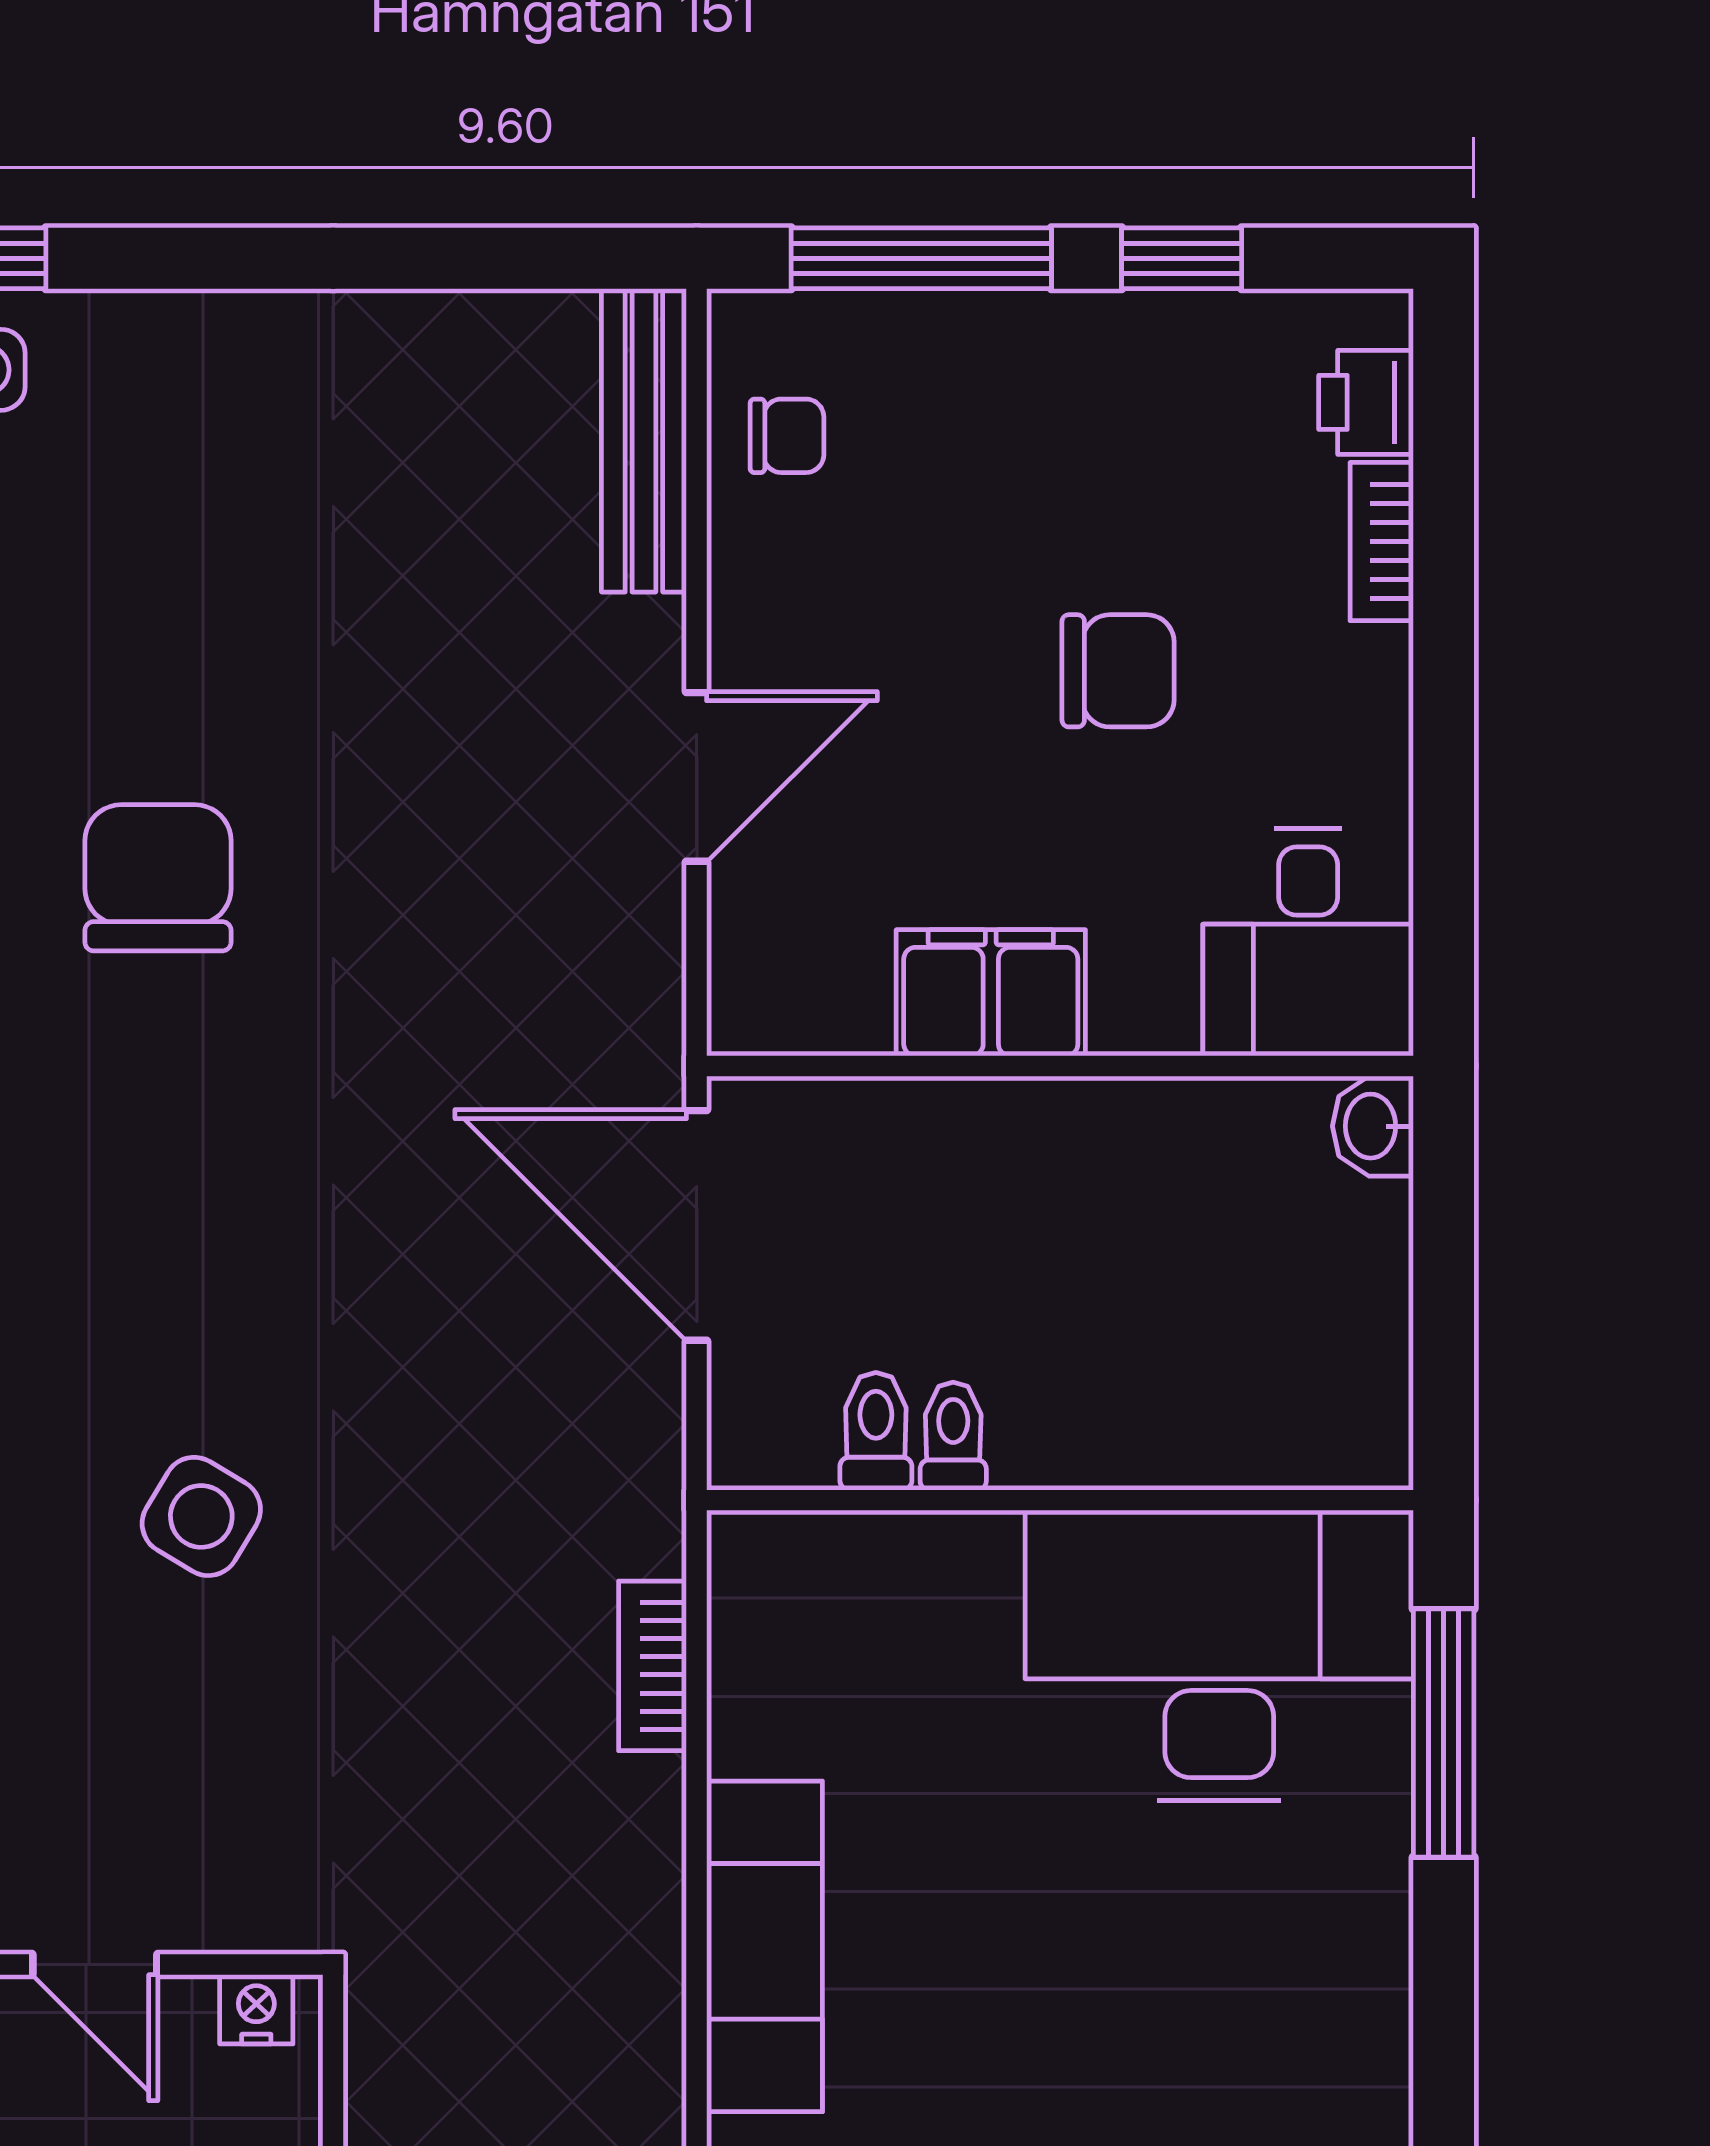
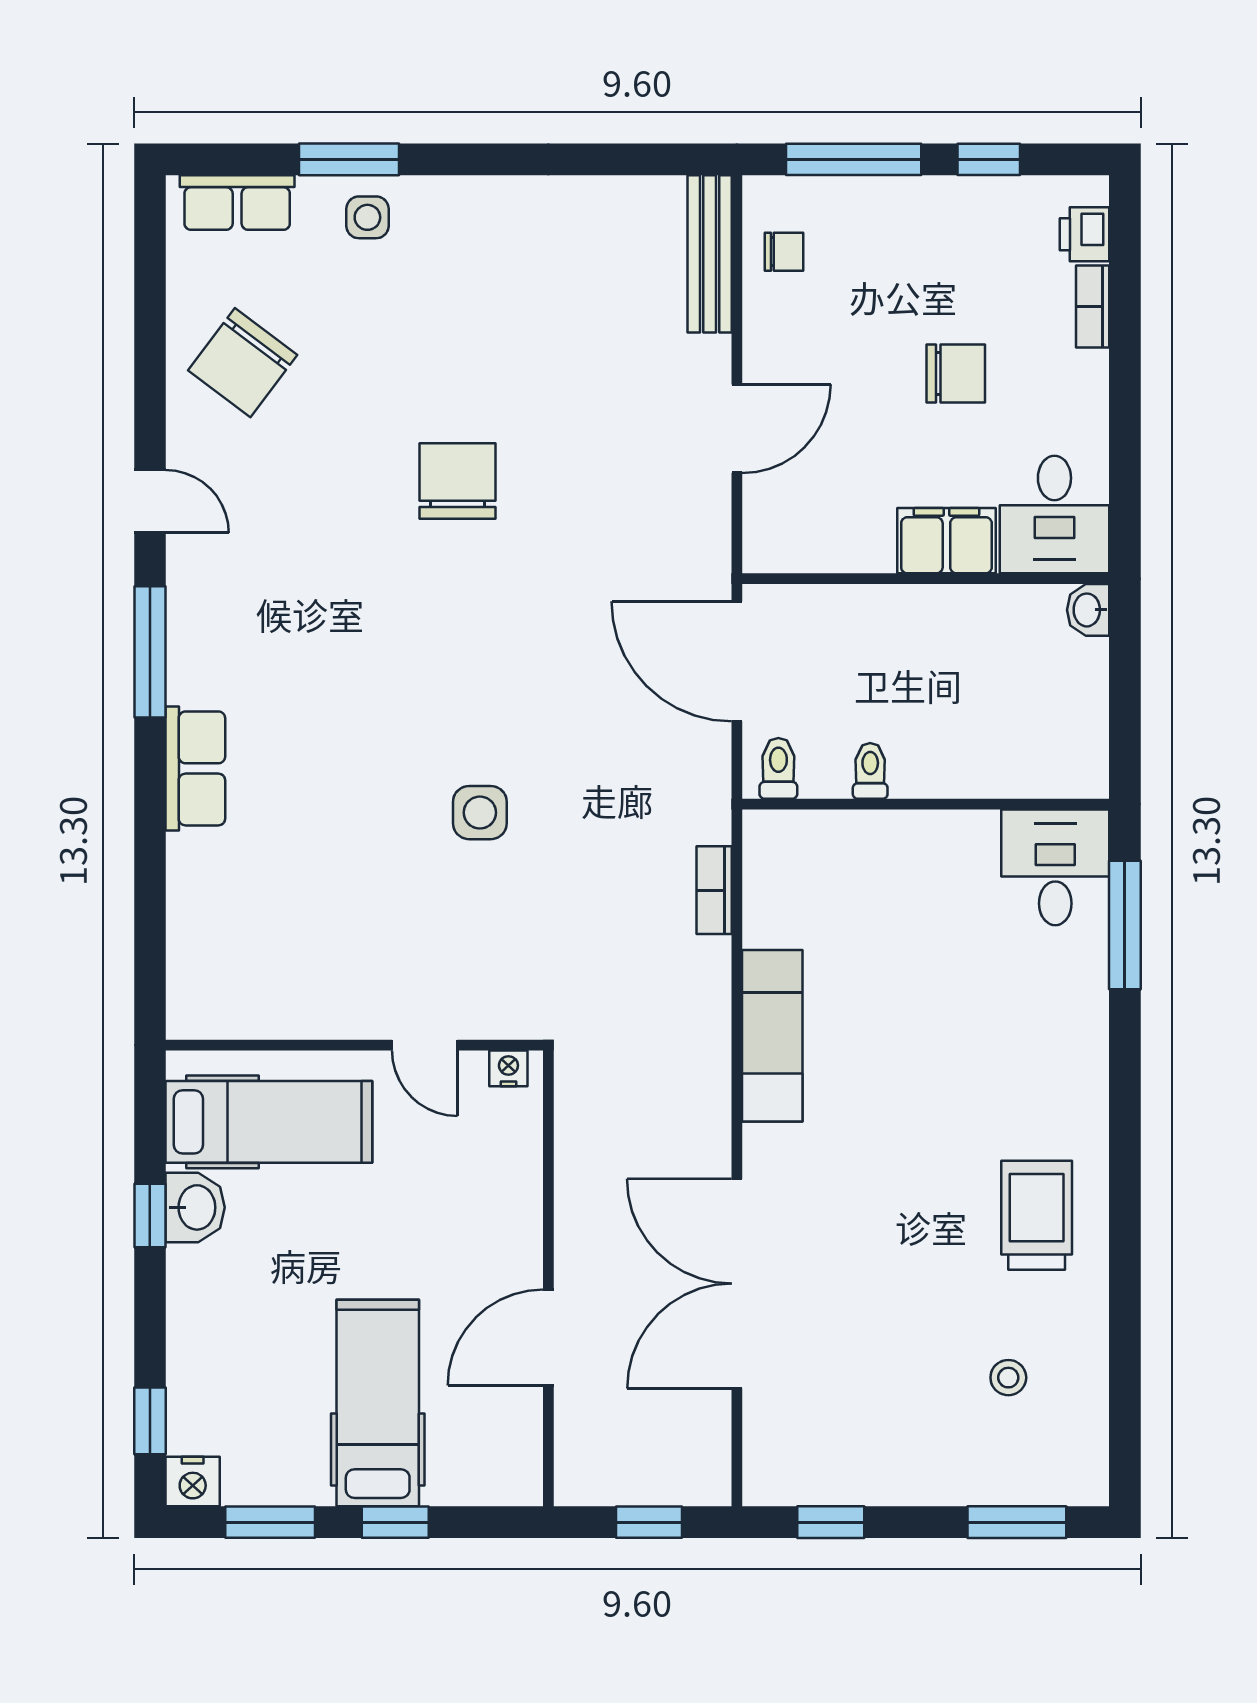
filing cabinet: (991, 993) -> (946, 541), moved
toilet: (876, 1431) -> (778, 768), moved
side table: (201, 1516) -> (480, 813), turned -31
desk: (1219, 1656) -> (1055, 867), width x0.53, depth x0.77

